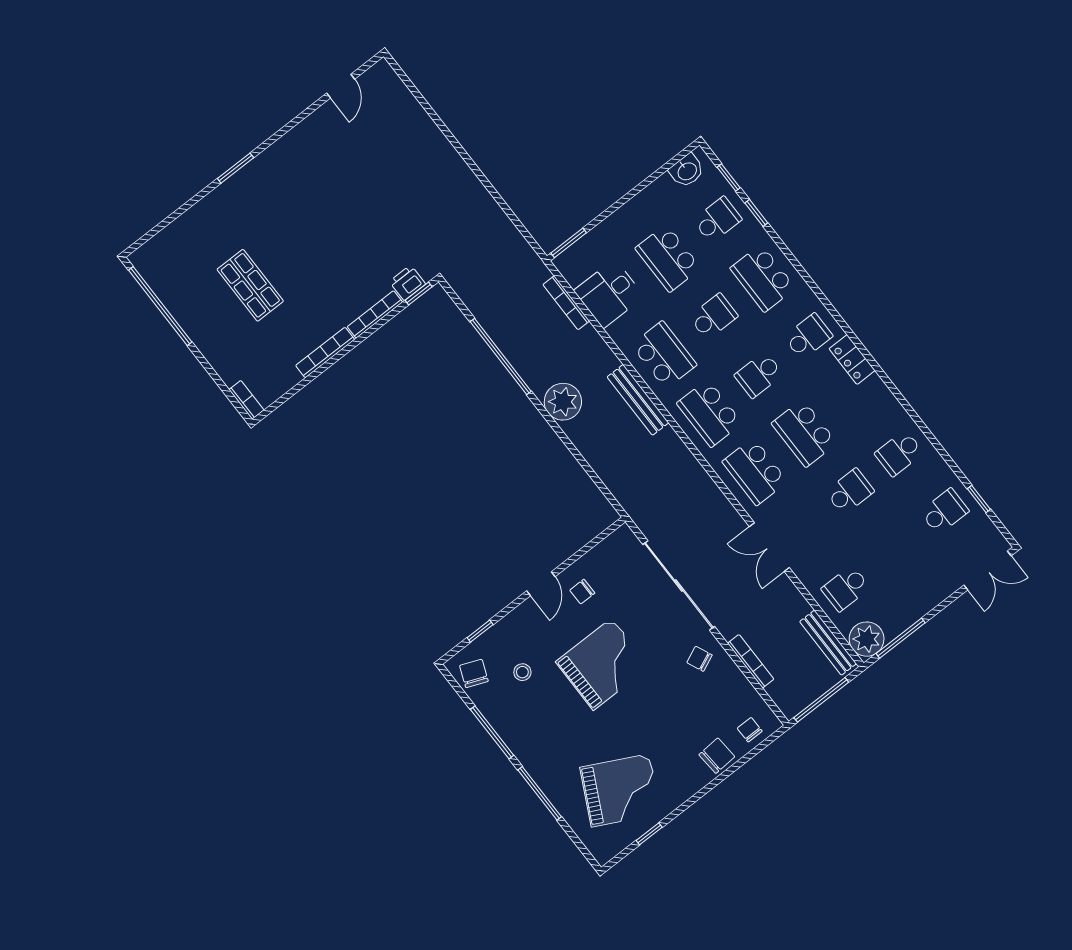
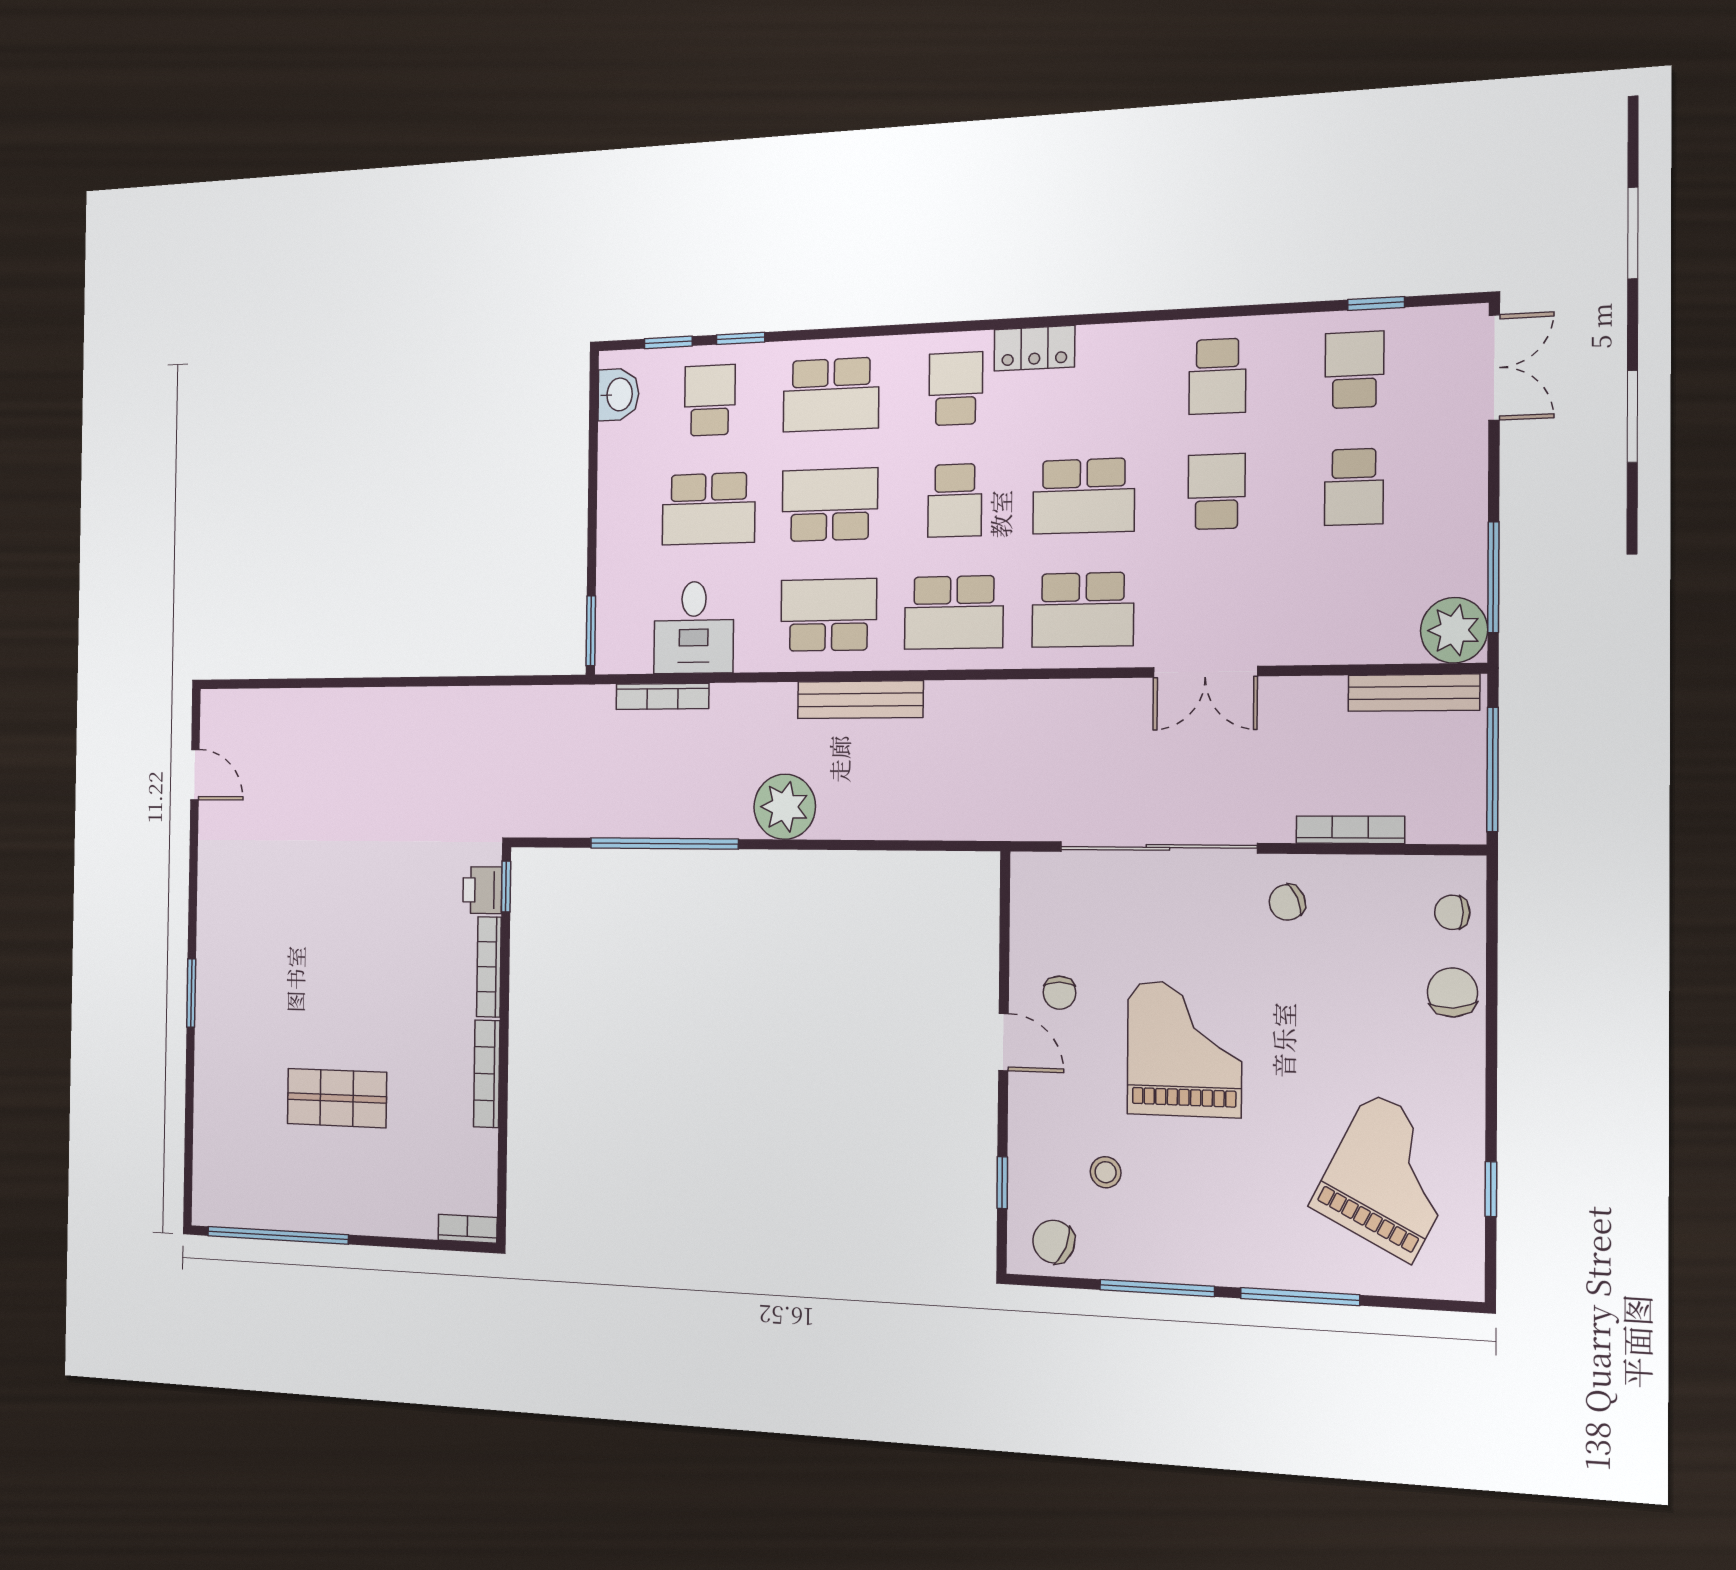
school desk: (713, 316) -> (830, 505), width x1.85
school desk: (846, 588) -> (1354, 487), moved

